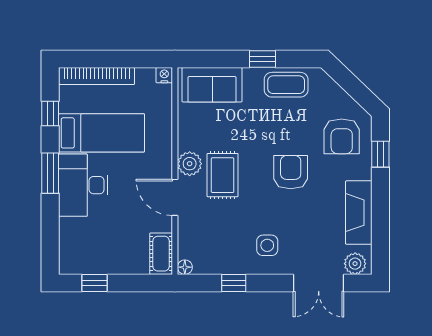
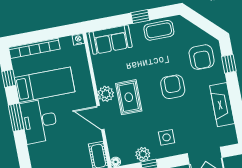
plant: (355, 264) -> (143, 154), moved

